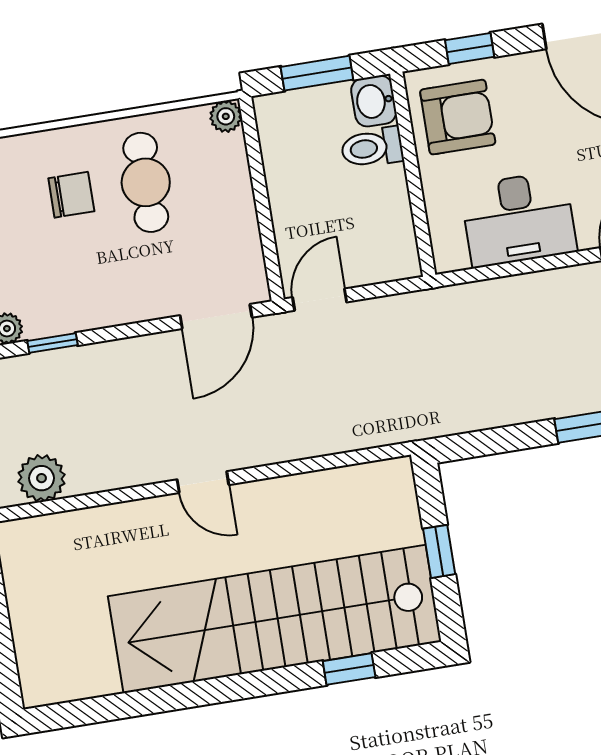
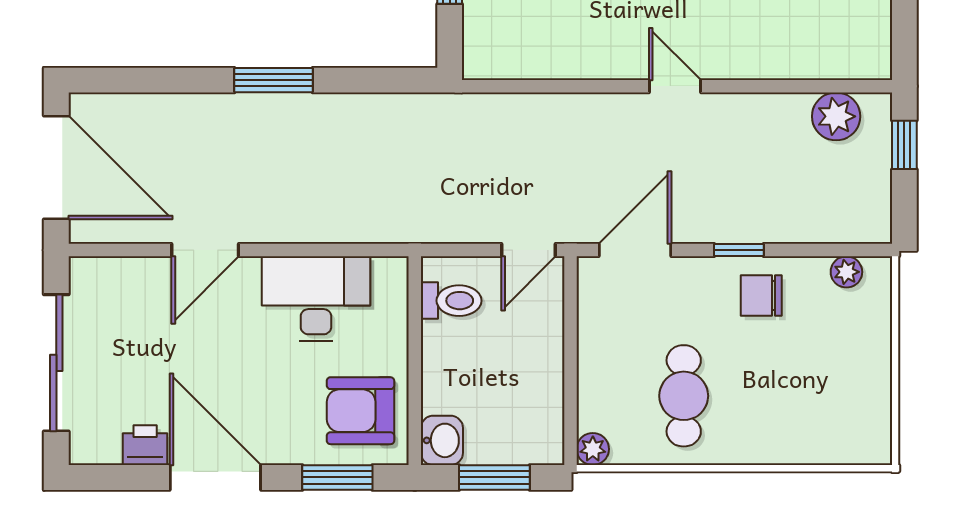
window: (470, 48) -> (337, 477), width x1.50
toilet: (372, 148) -> (451, 301), moved
chair: (71, 195) -> (761, 296), moved
window: (52, 343) -> (739, 250), moved

